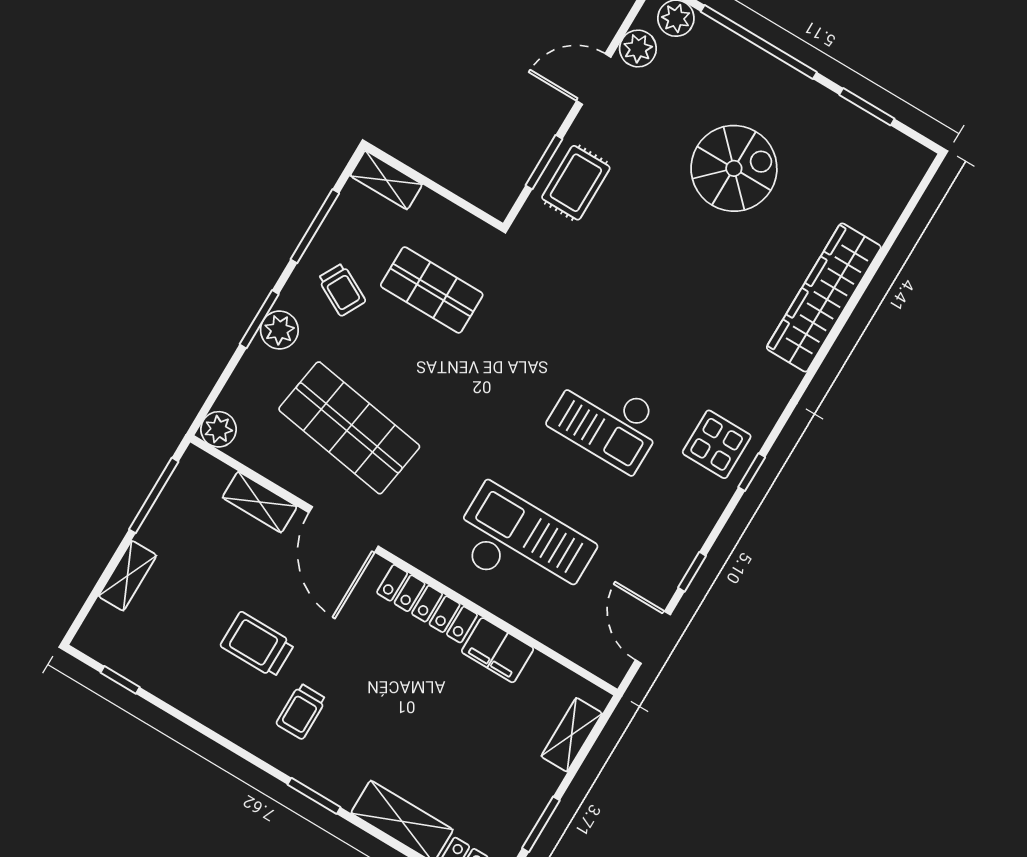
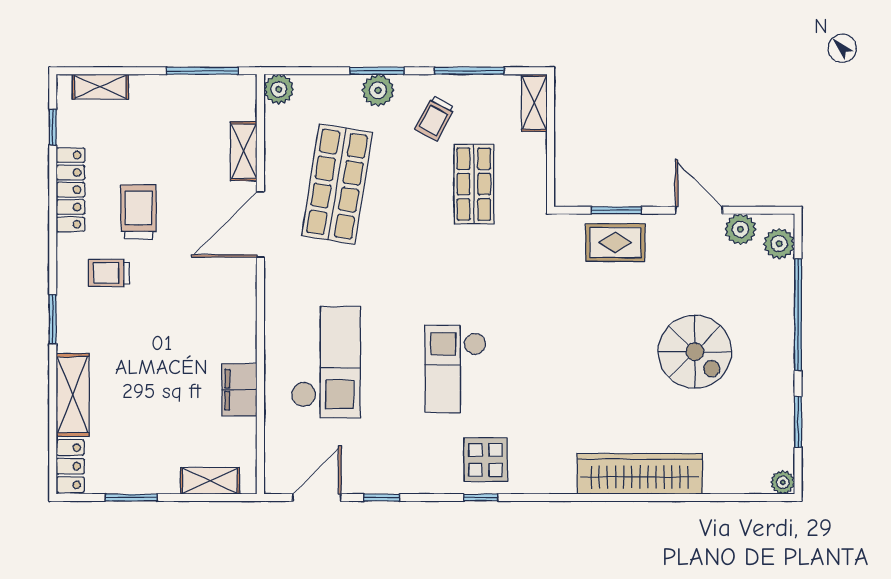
plant: (919, 158) -> (783, 482), added
shelving: (128, 576) -> (100, 87), moved
locker: (427, 604) -> (70, 190), moved, turned 180

